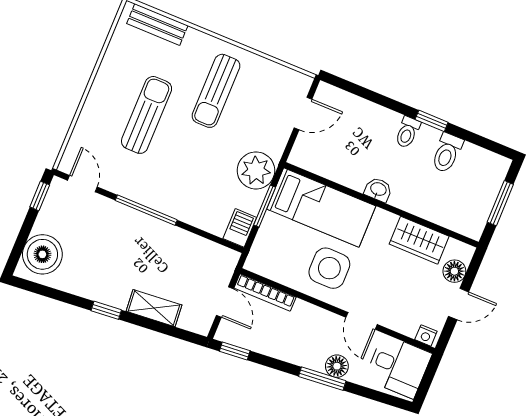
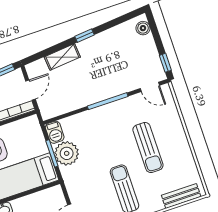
plant: (256, 170) -> (67, 153), moved
boiler: (42, 254) -> (143, 28), width x0.54, depth x0.54
door: (225, 302) -> (30, 90), swing flipped

